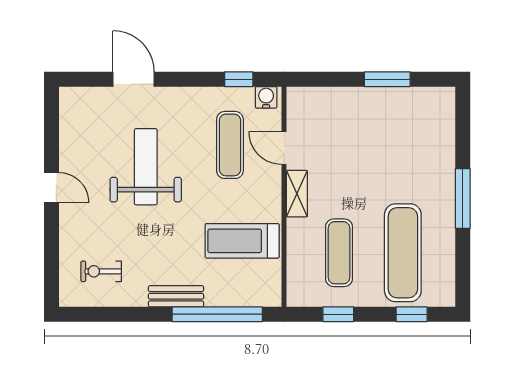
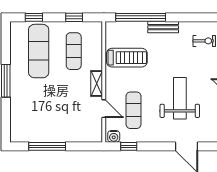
window: (387, 79) -> (47, 146), width x1.44
weight bench: (146, 167) -> (180, 98), turned 180

